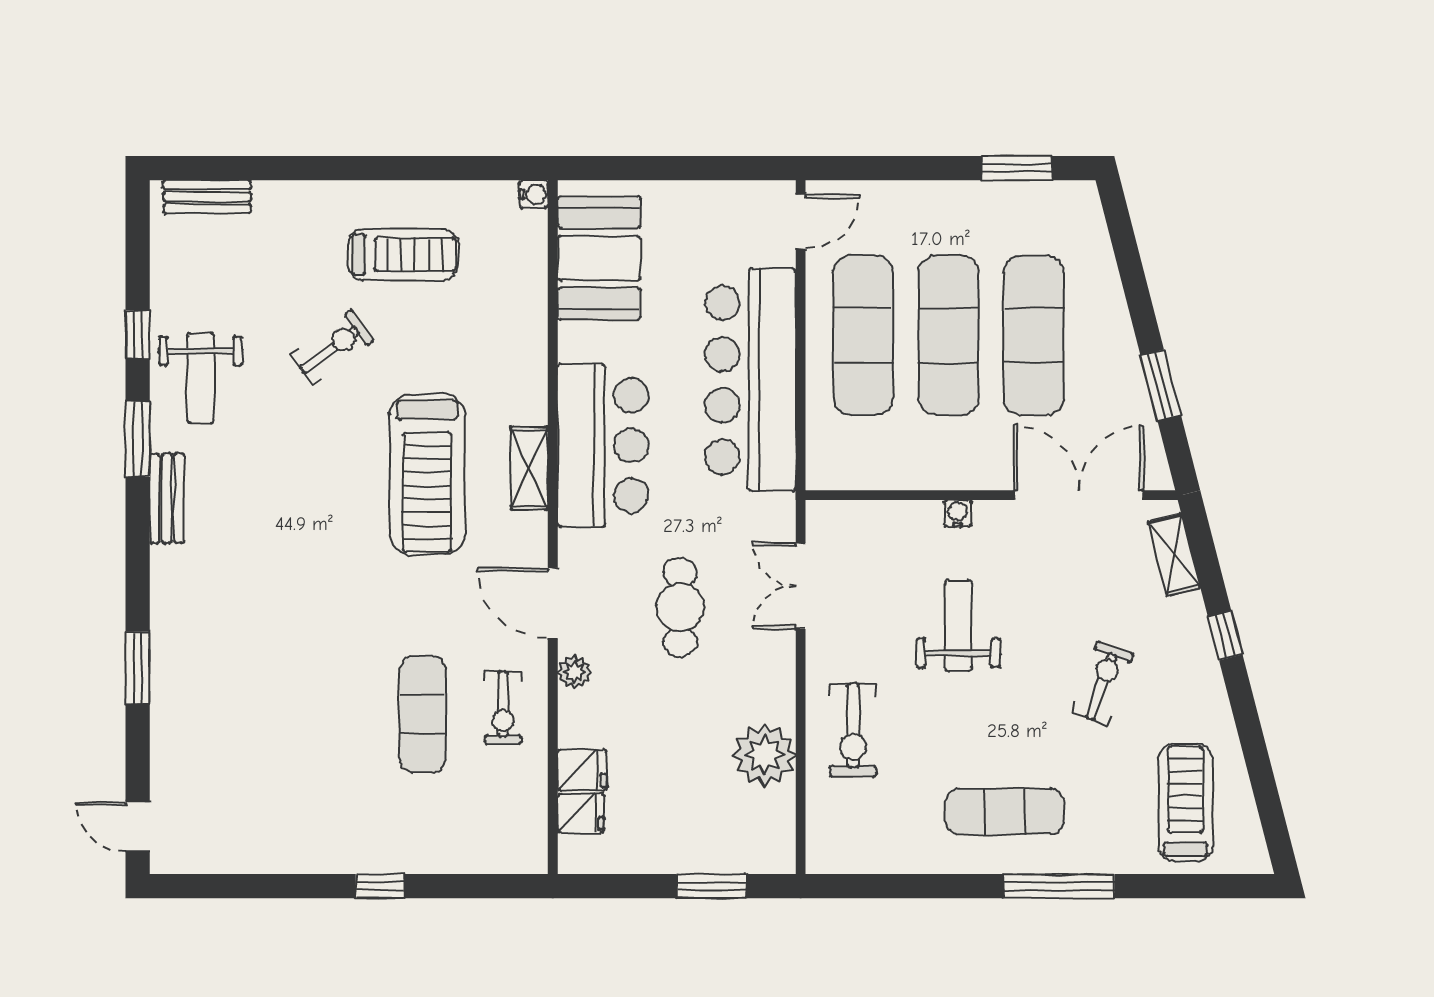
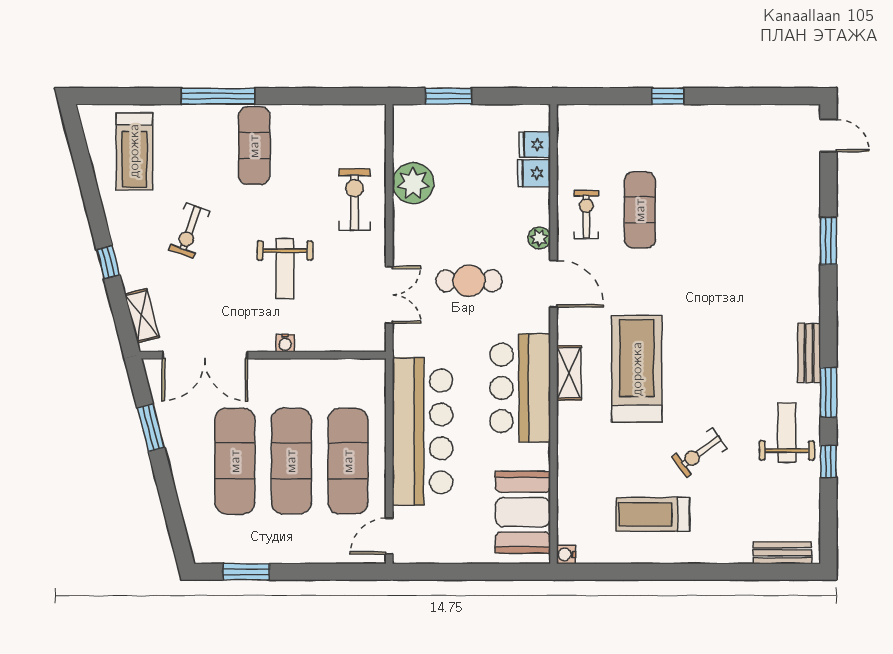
cafe table: (680, 607) -> (469, 281), turned 90
exercise mat: (1005, 812) -> (254, 146), turned 90

